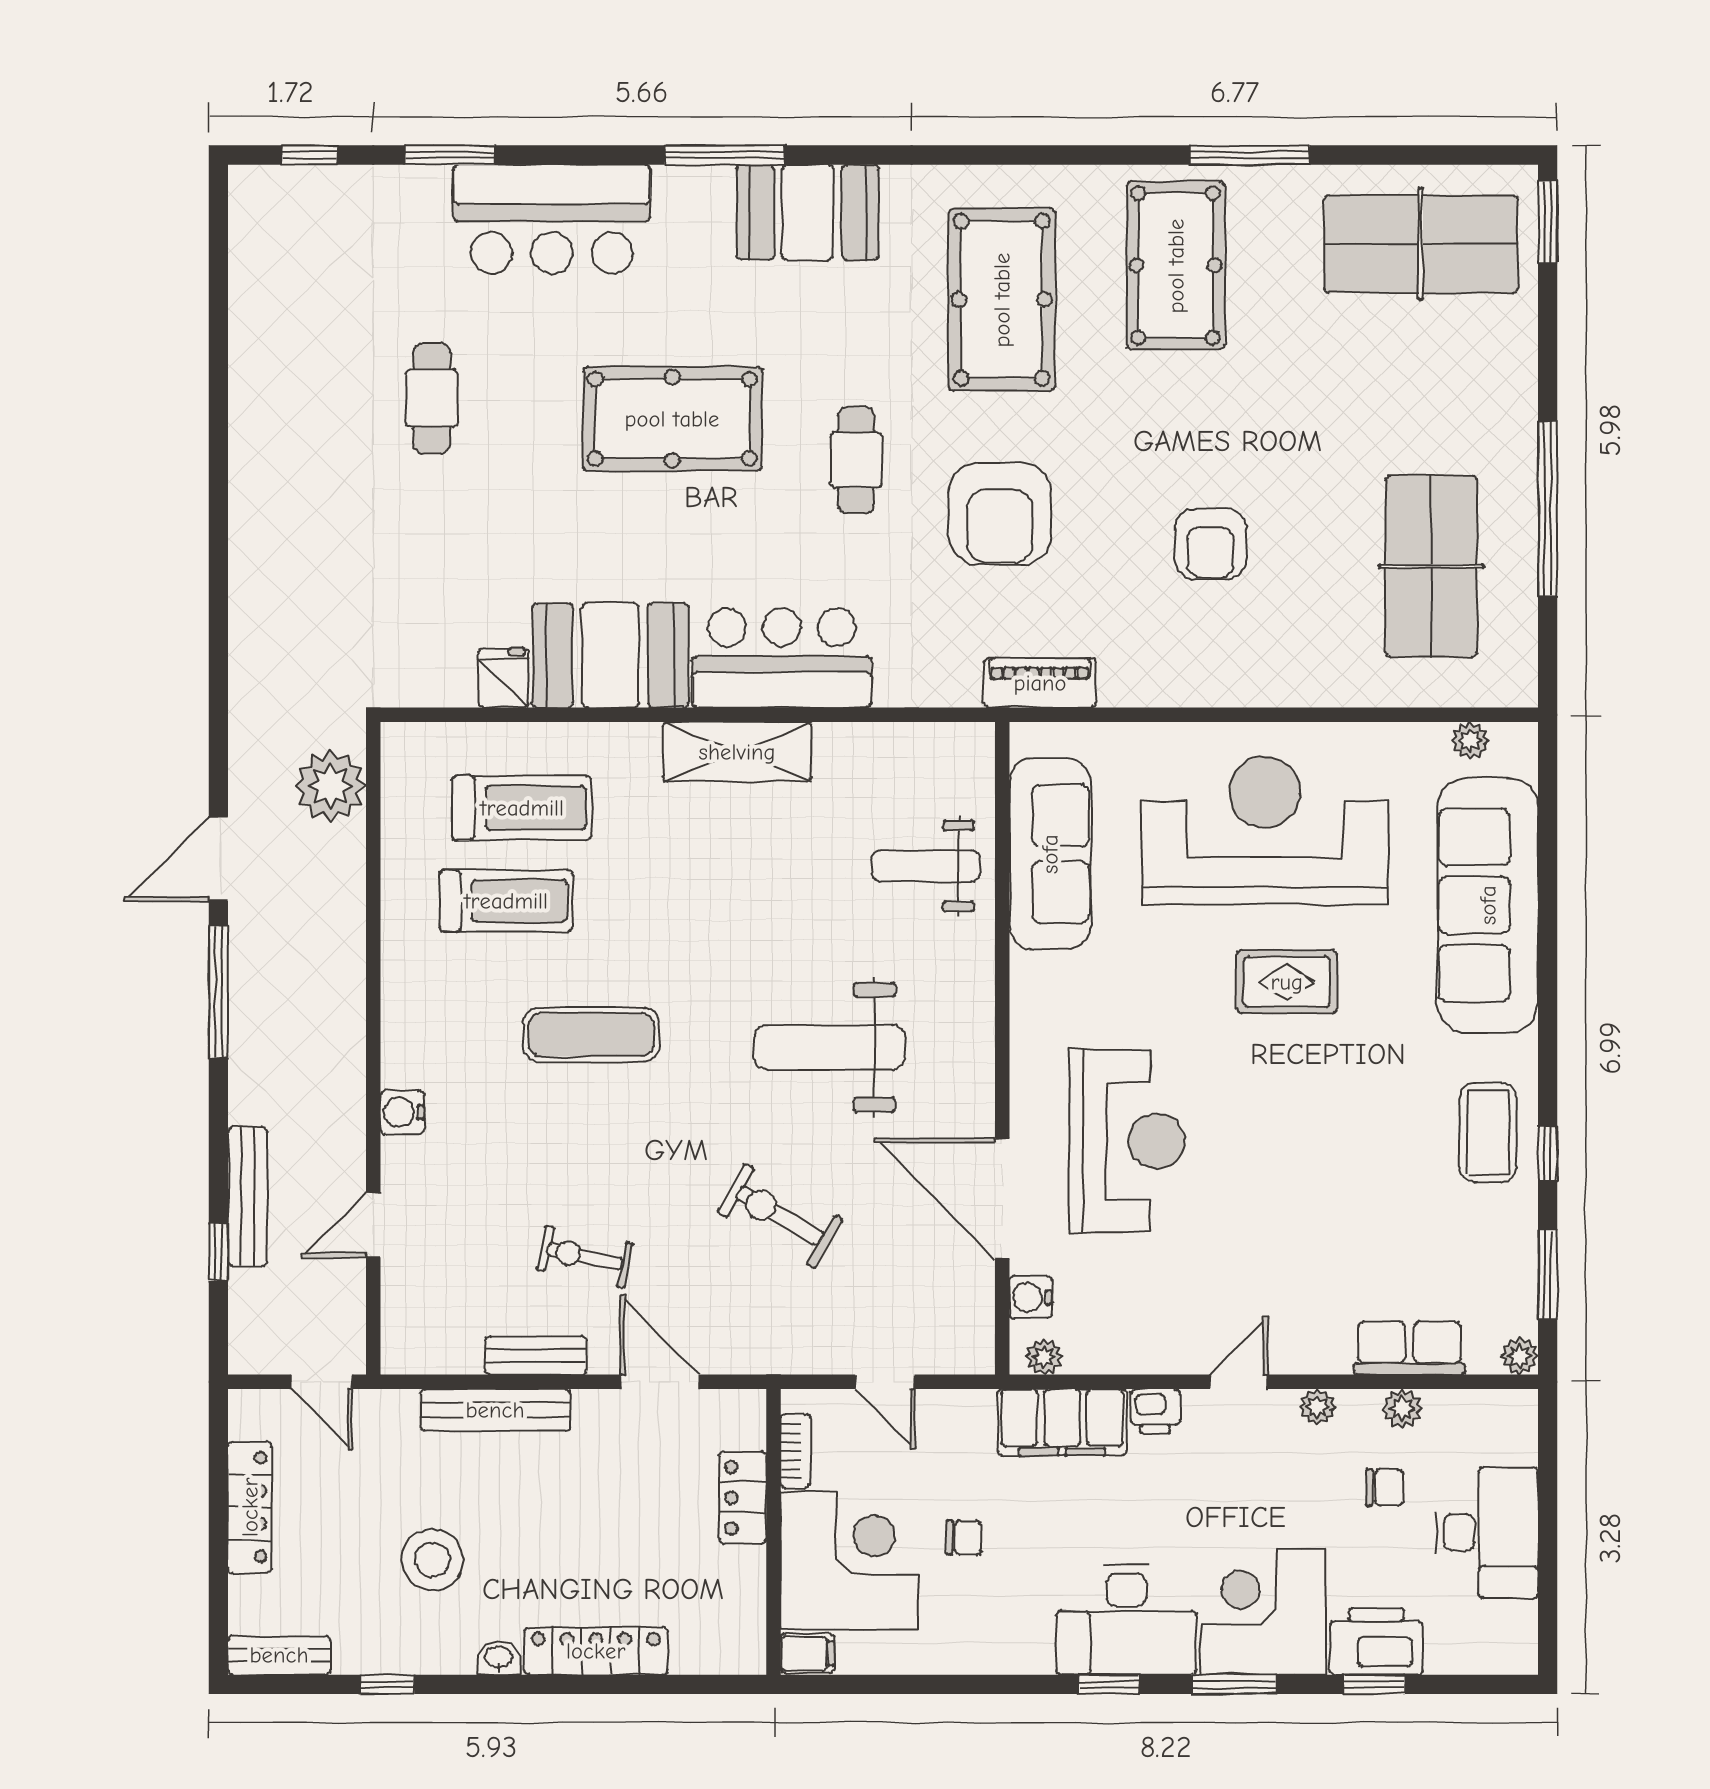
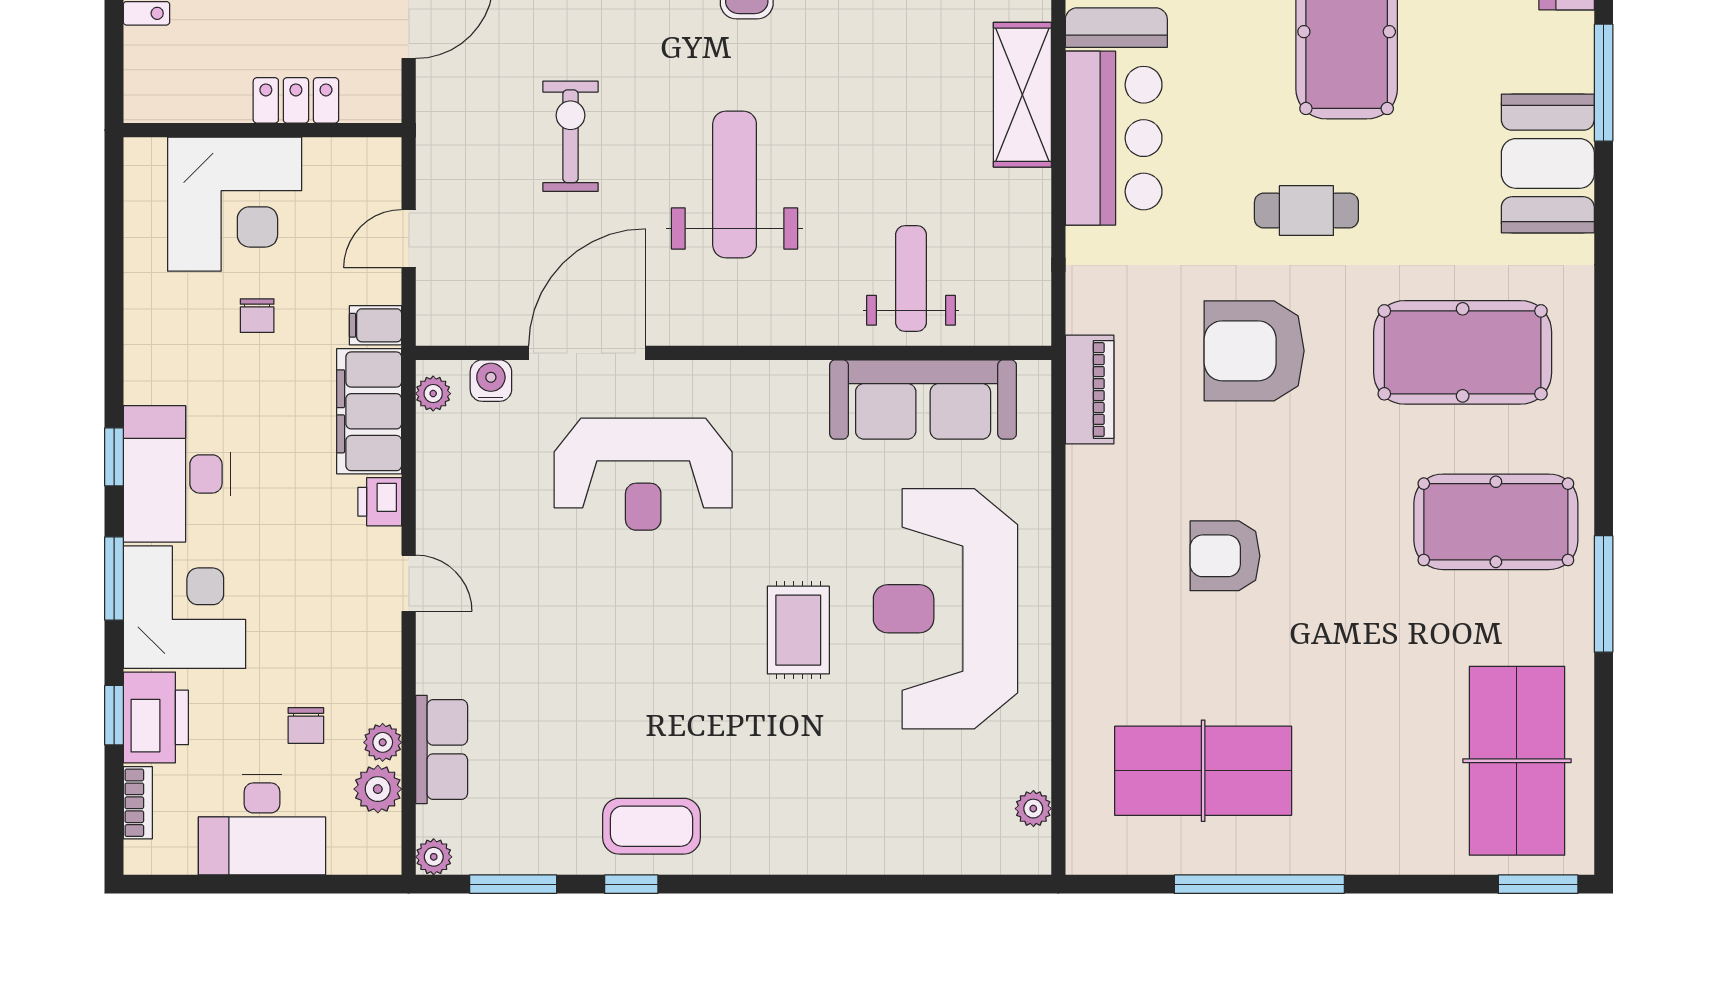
reception desk: (1265, 831) -> (945, 609), turned 180
sofa: (1488, 905) -> (873, 826), removed
exercise bike: (780, 1216) -> (570, 136), turned -30
plant: (1317, 1407) -> (378, 789), moved, width x1.38, depth x1.38
bookcase: (795, 1451) -> (138, 803), moved, turned -90
filing cabinet: (807, 1653) -> (376, 325), moved, turned 90

